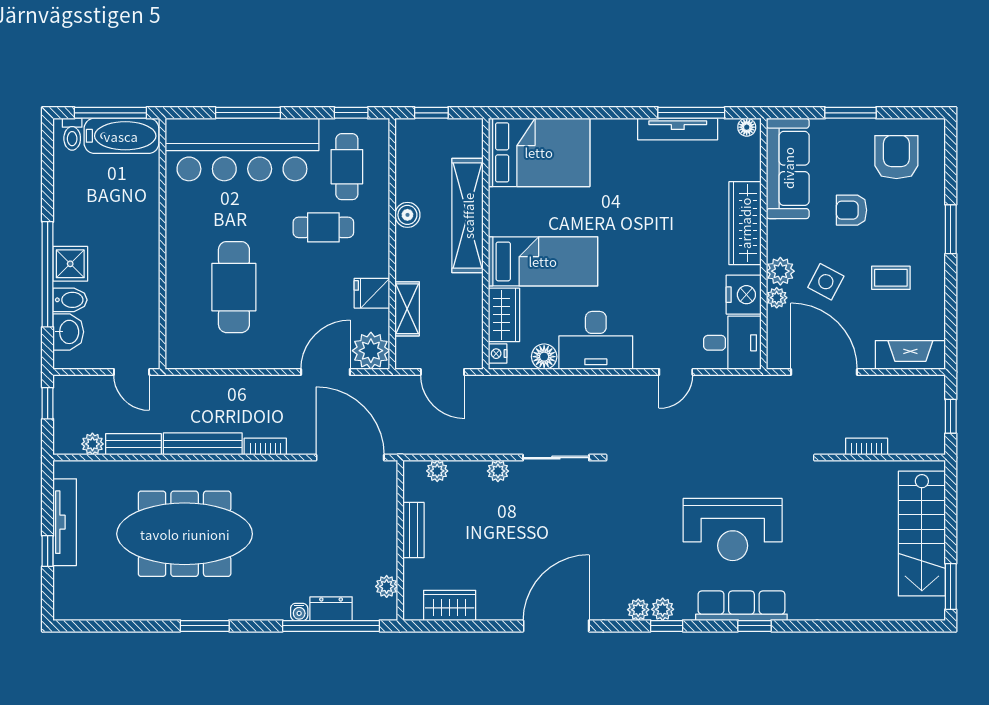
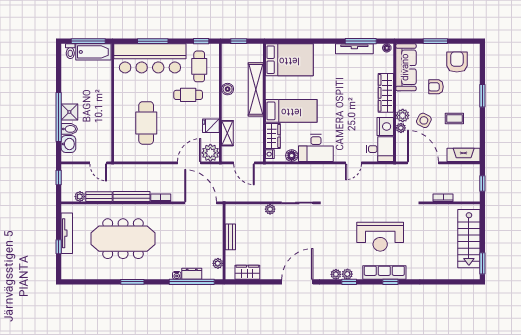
plant: (437, 471) -> (242, 209), removed

